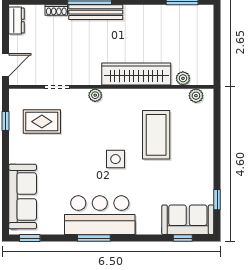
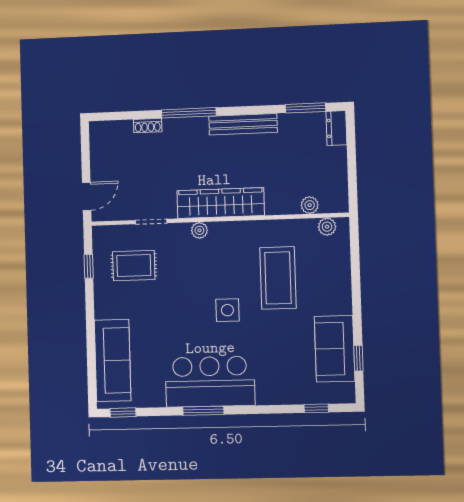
bench: (96, 12) -> (243, 124), moved
dresser: (16, 21) -> (336, 128), moved, turned 180
wardrobe: (136, 74) -> (221, 203), moved
sofa: (188, 220) -> (335, 349), moved, turned -90

